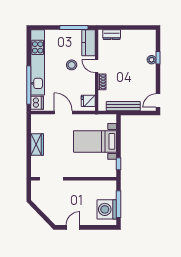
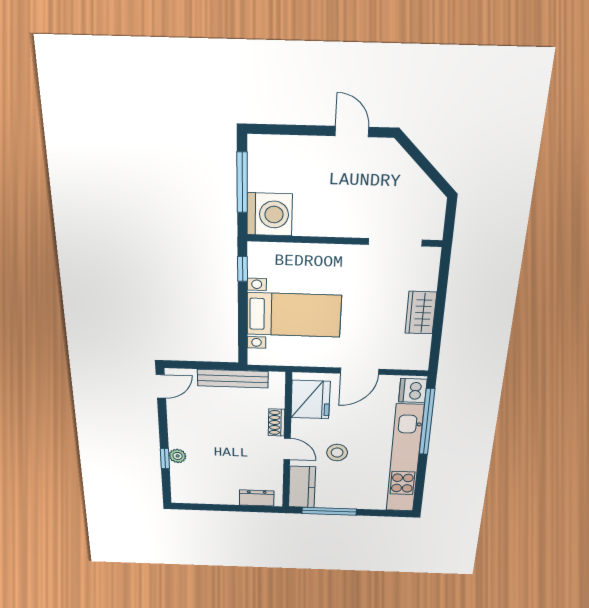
fridge: (88, 101) -> (310, 400), width x1.88, depth x1.34
door: (63, 113) -> (360, 371), hinge flipped
washing machine: (107, 209) -> (270, 214), moved
door: (73, 227) -> (352, 132), swing flipped

